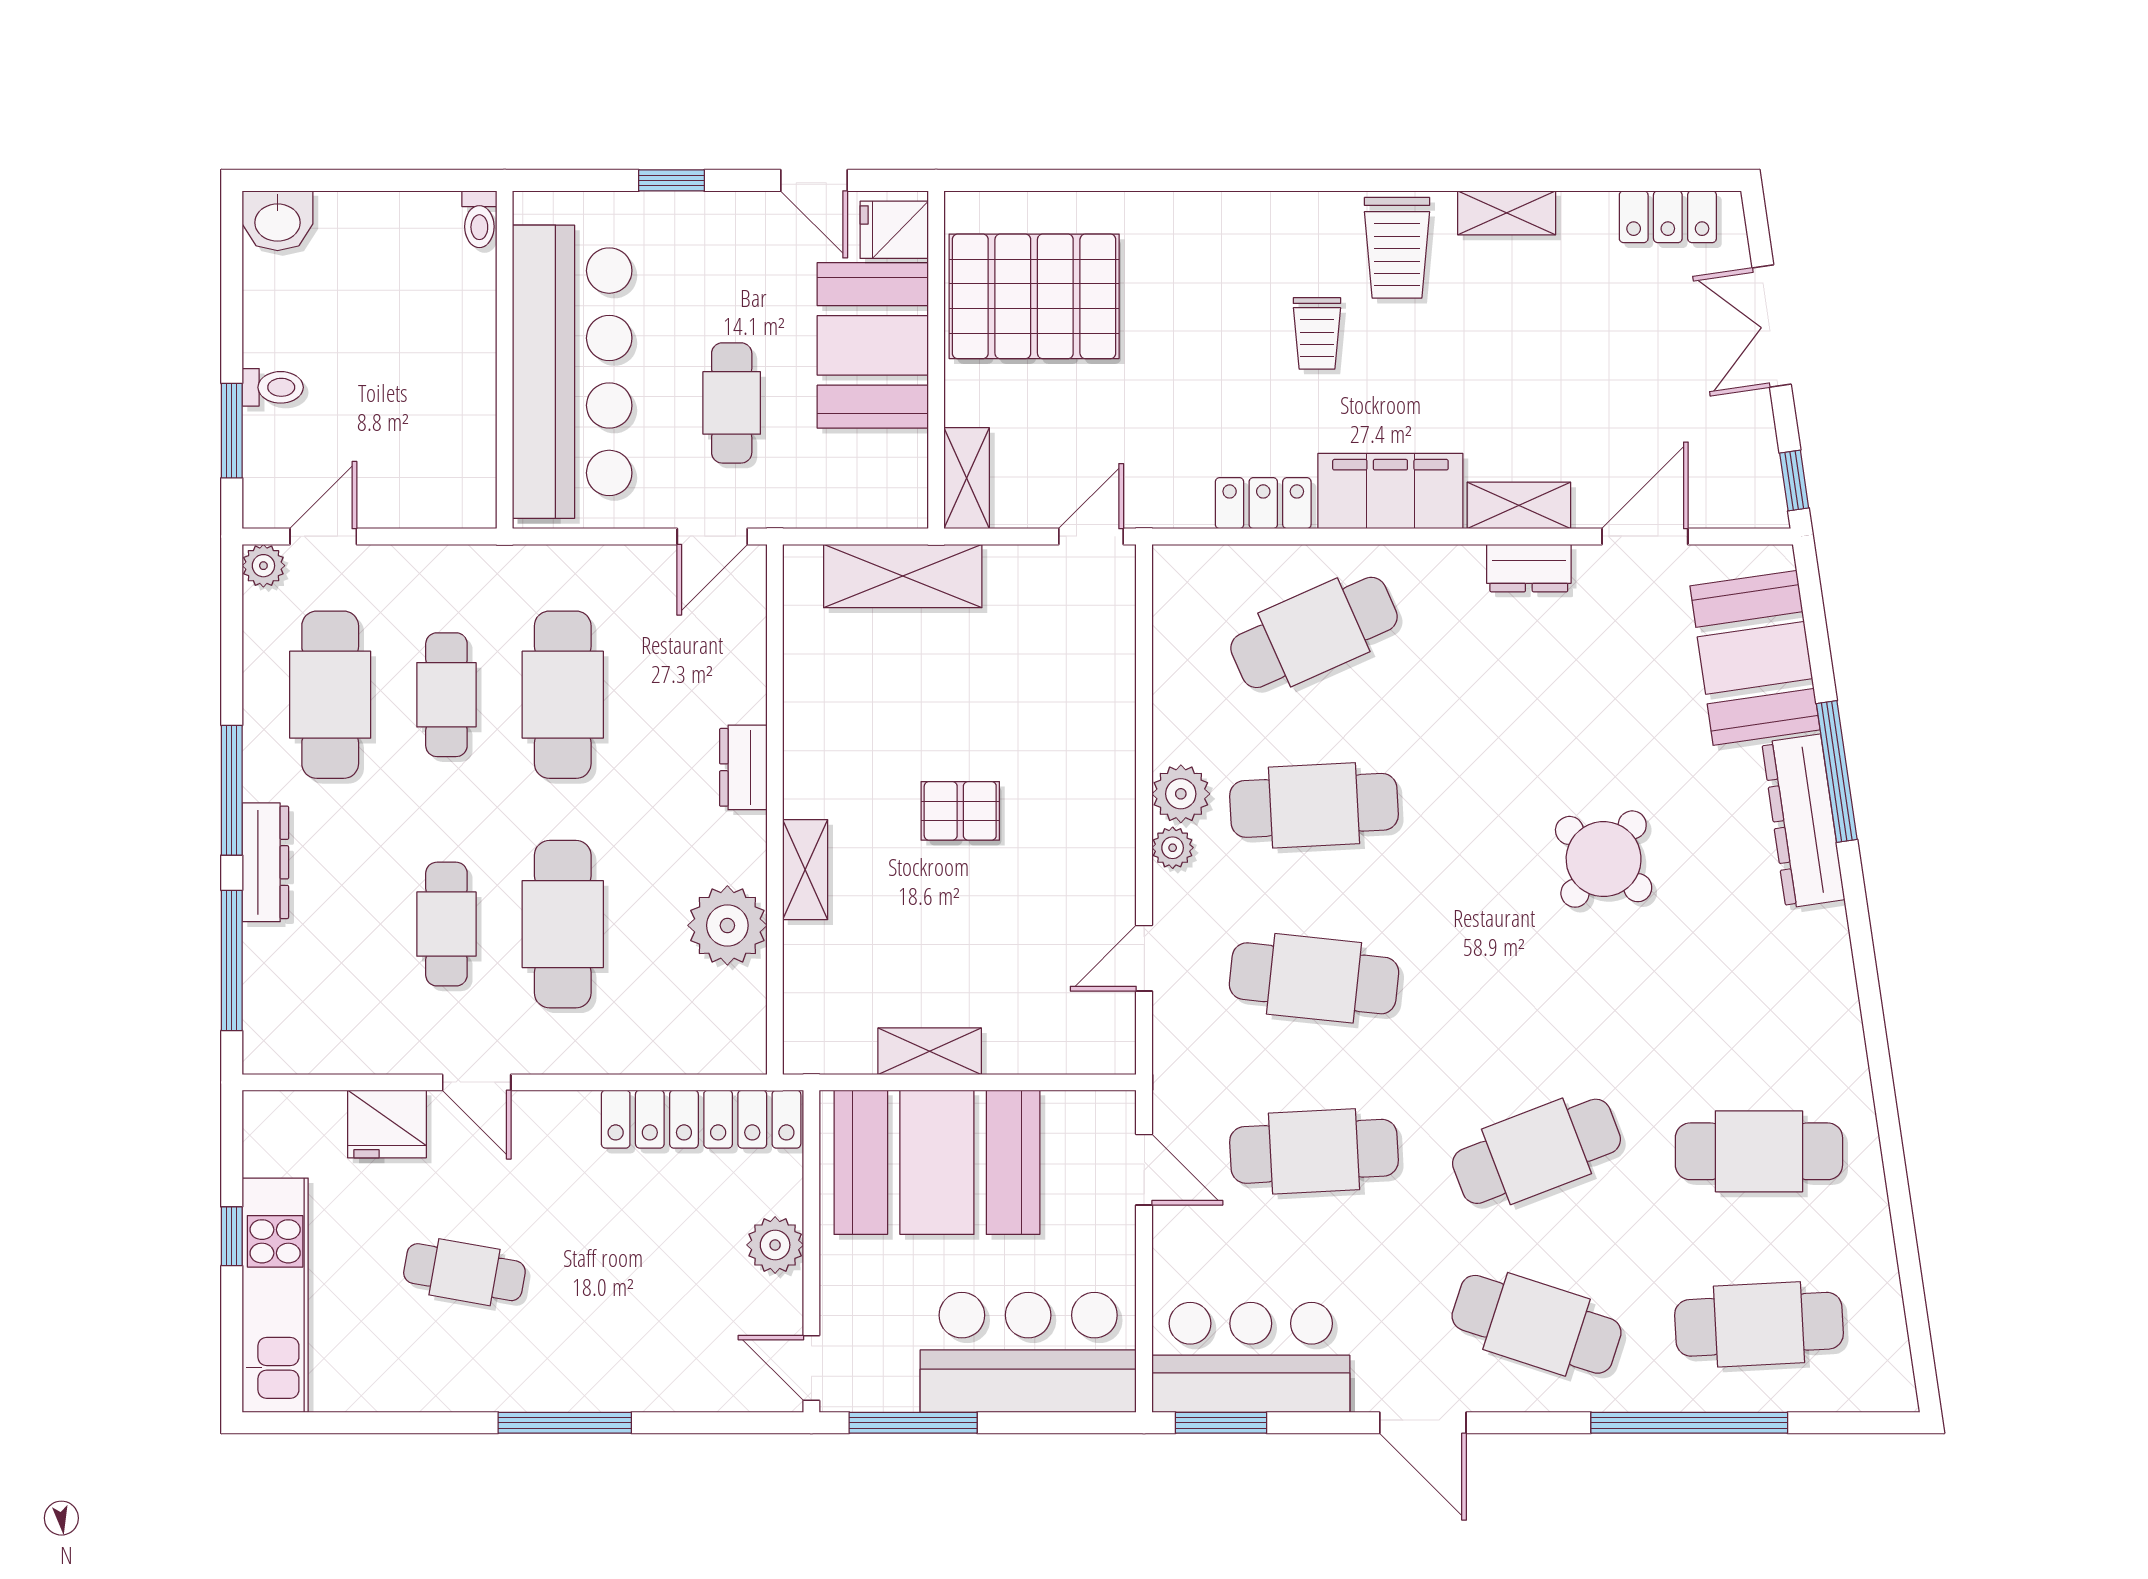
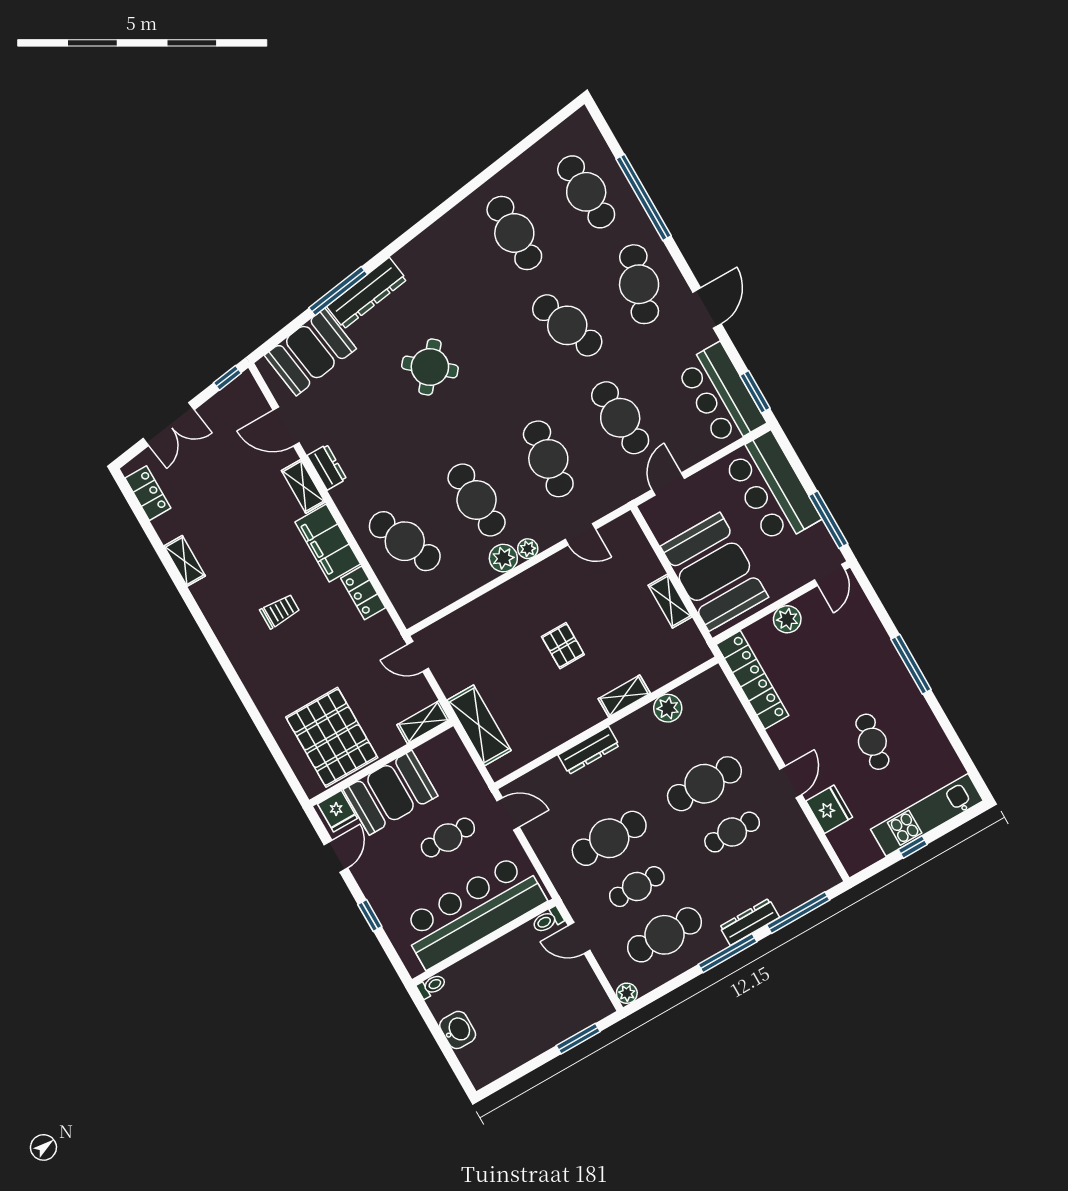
washbasin: (278, 221) -> (458, 1030), moved
trolley: (1397, 248) -> (225, 598), removed
toilet: (273, 387) -> (548, 920), moved, turned -90
door: (323, 536) -> (579, 938), moved
dresser: (743, 767) -> (589, 750), width x1.44
plant: (727, 925) -> (668, 708), width x0.73, depth x0.73

